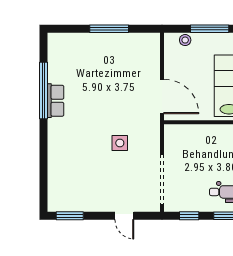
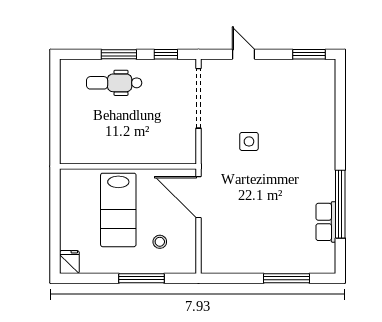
window: (109, 29) -> (287, 278), moved
stool: (185, 40) -> (160, 242), moved
row of seats: (56, 101) -> (326, 222), moved

